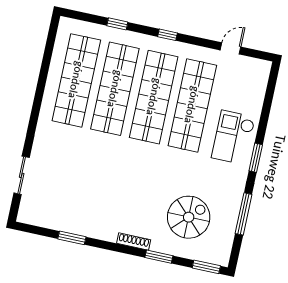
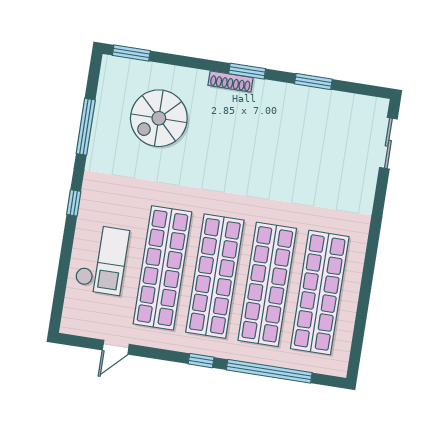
window: (117, 24) -> (269, 371), width x3.17
checkout: (233, 137) -> (102, 260), moved
window: (256, 158) -> (74, 203), width x0.67
sliding door: (22, 175) -> (388, 143), moved
window: (159, 257) -> (247, 71), moved

